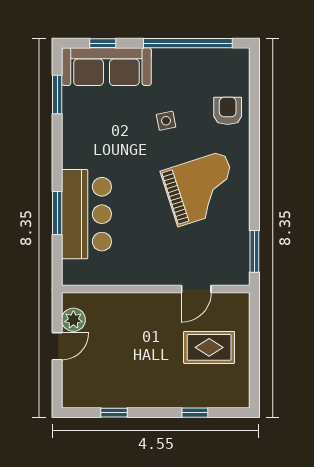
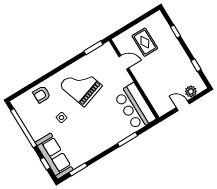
bar counter: (87, 214) -> (135, 107), moved, turned -90
plant: (73, 320) -> (191, 91), moved

